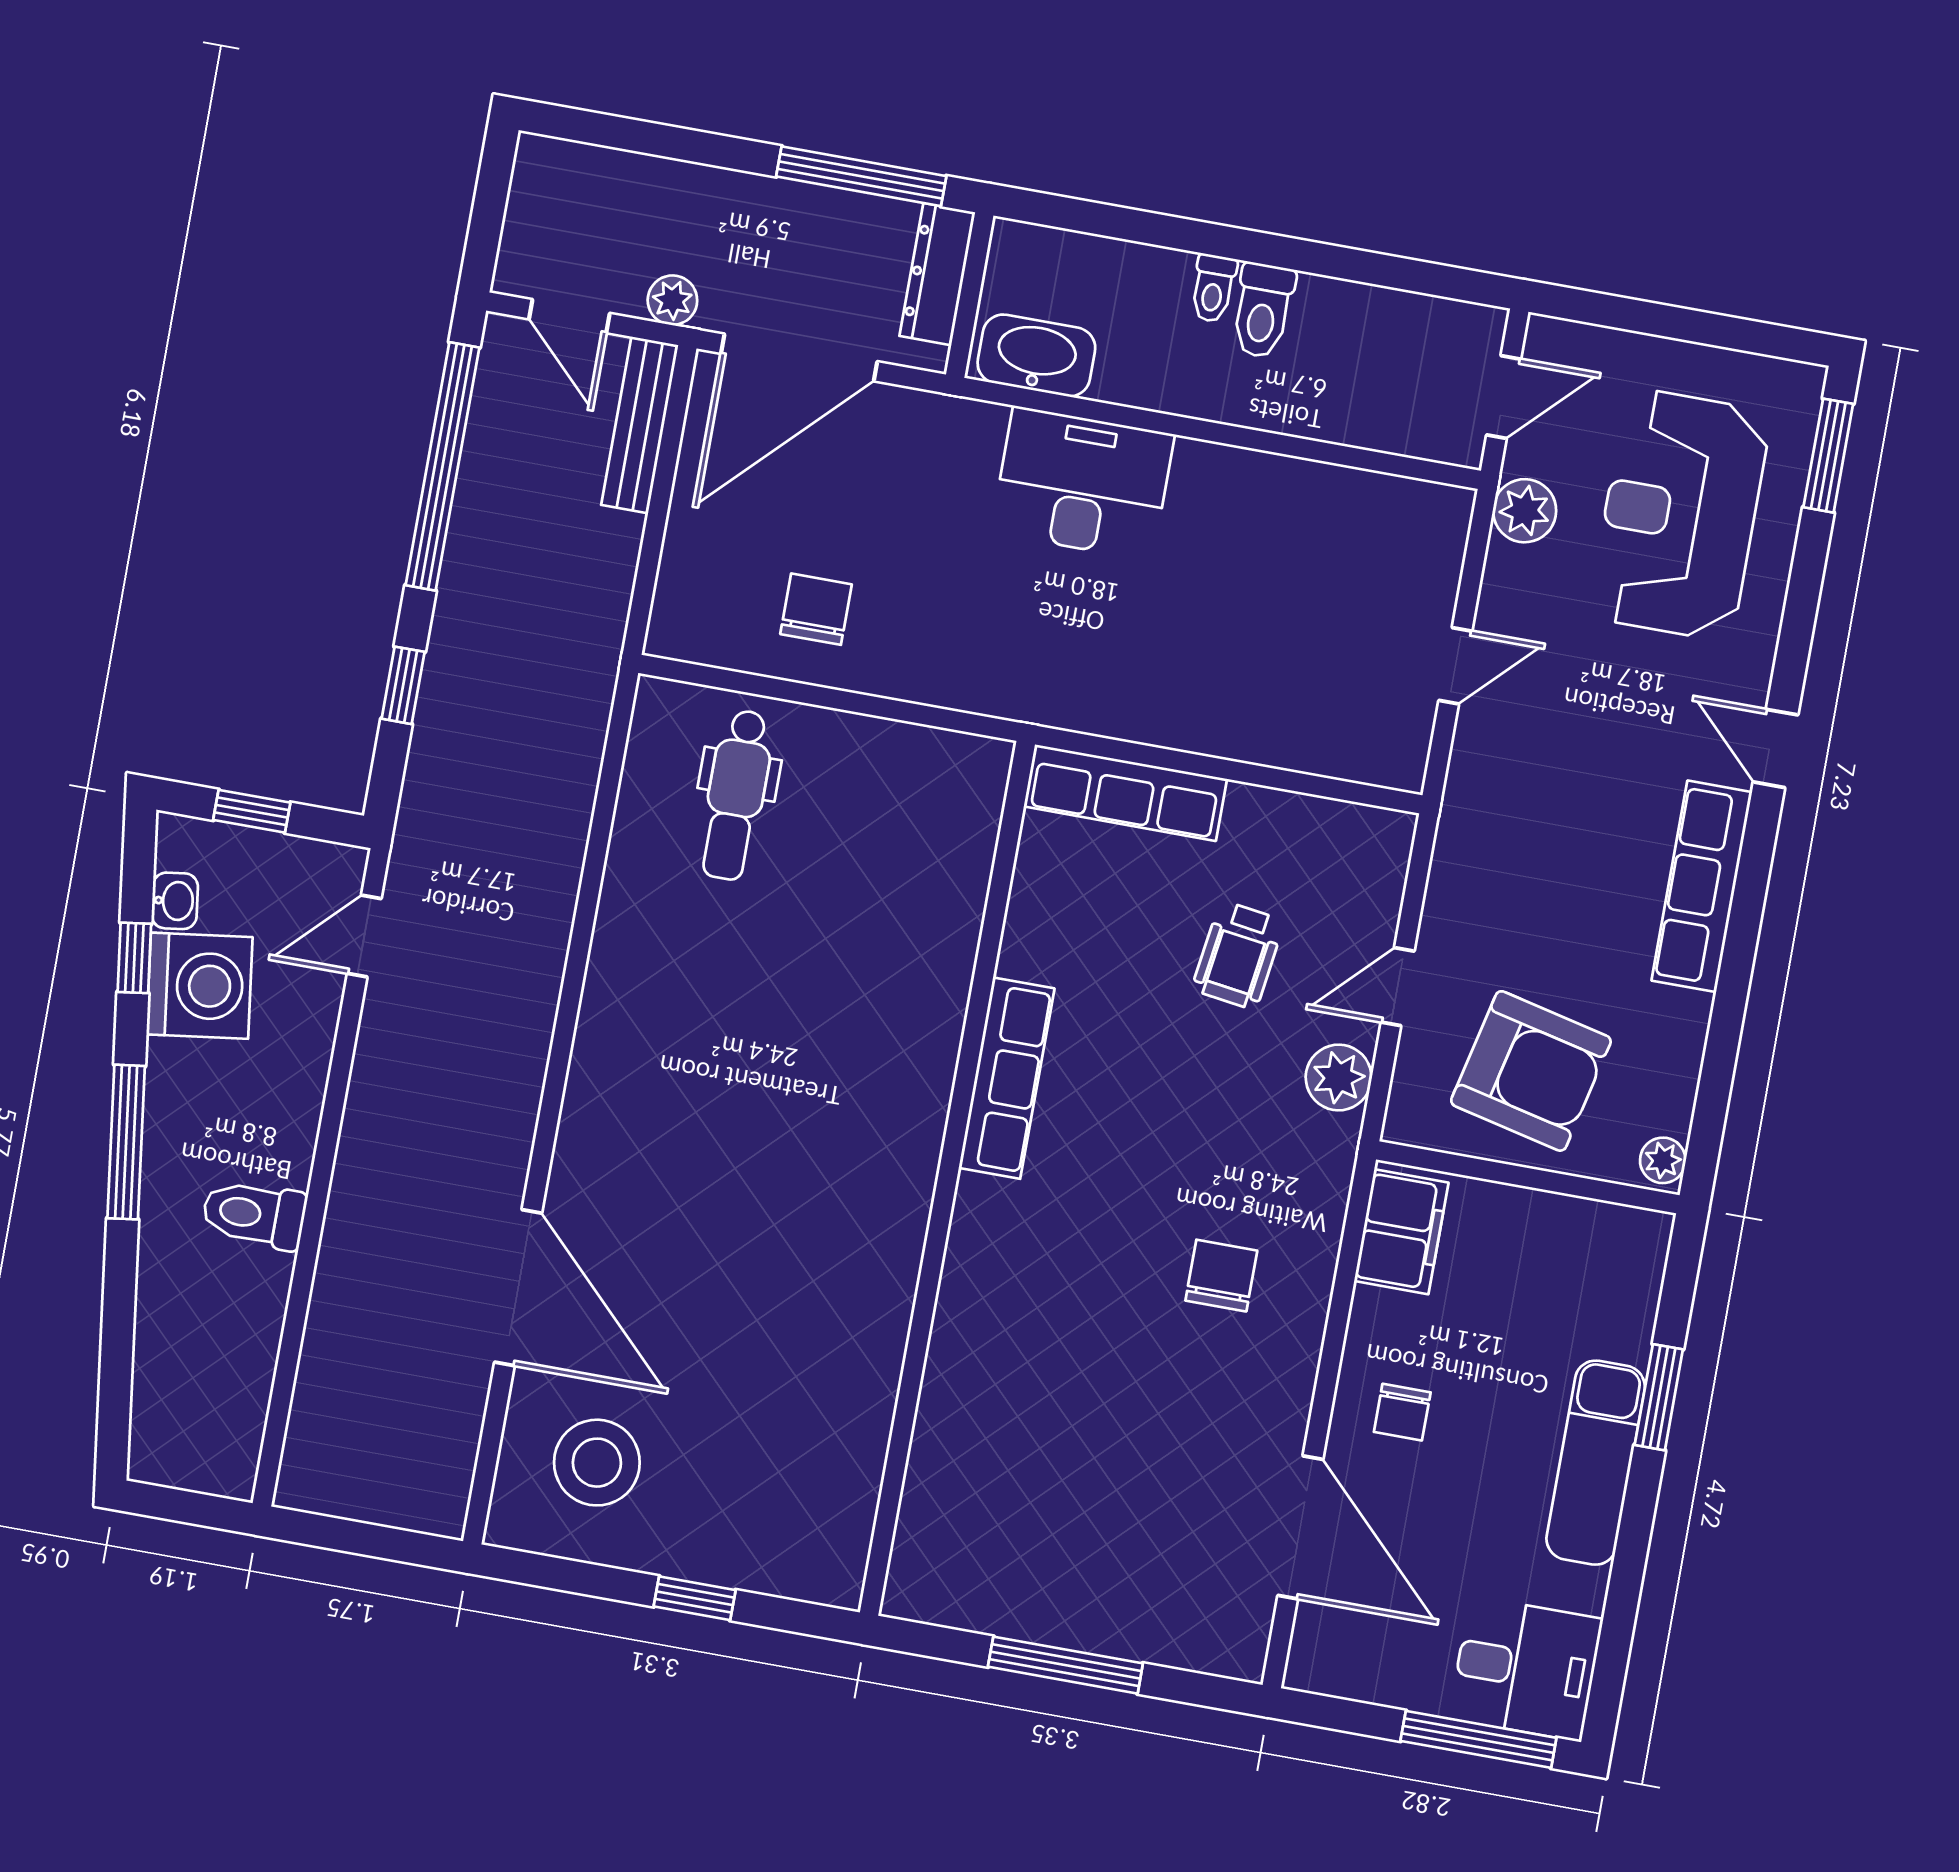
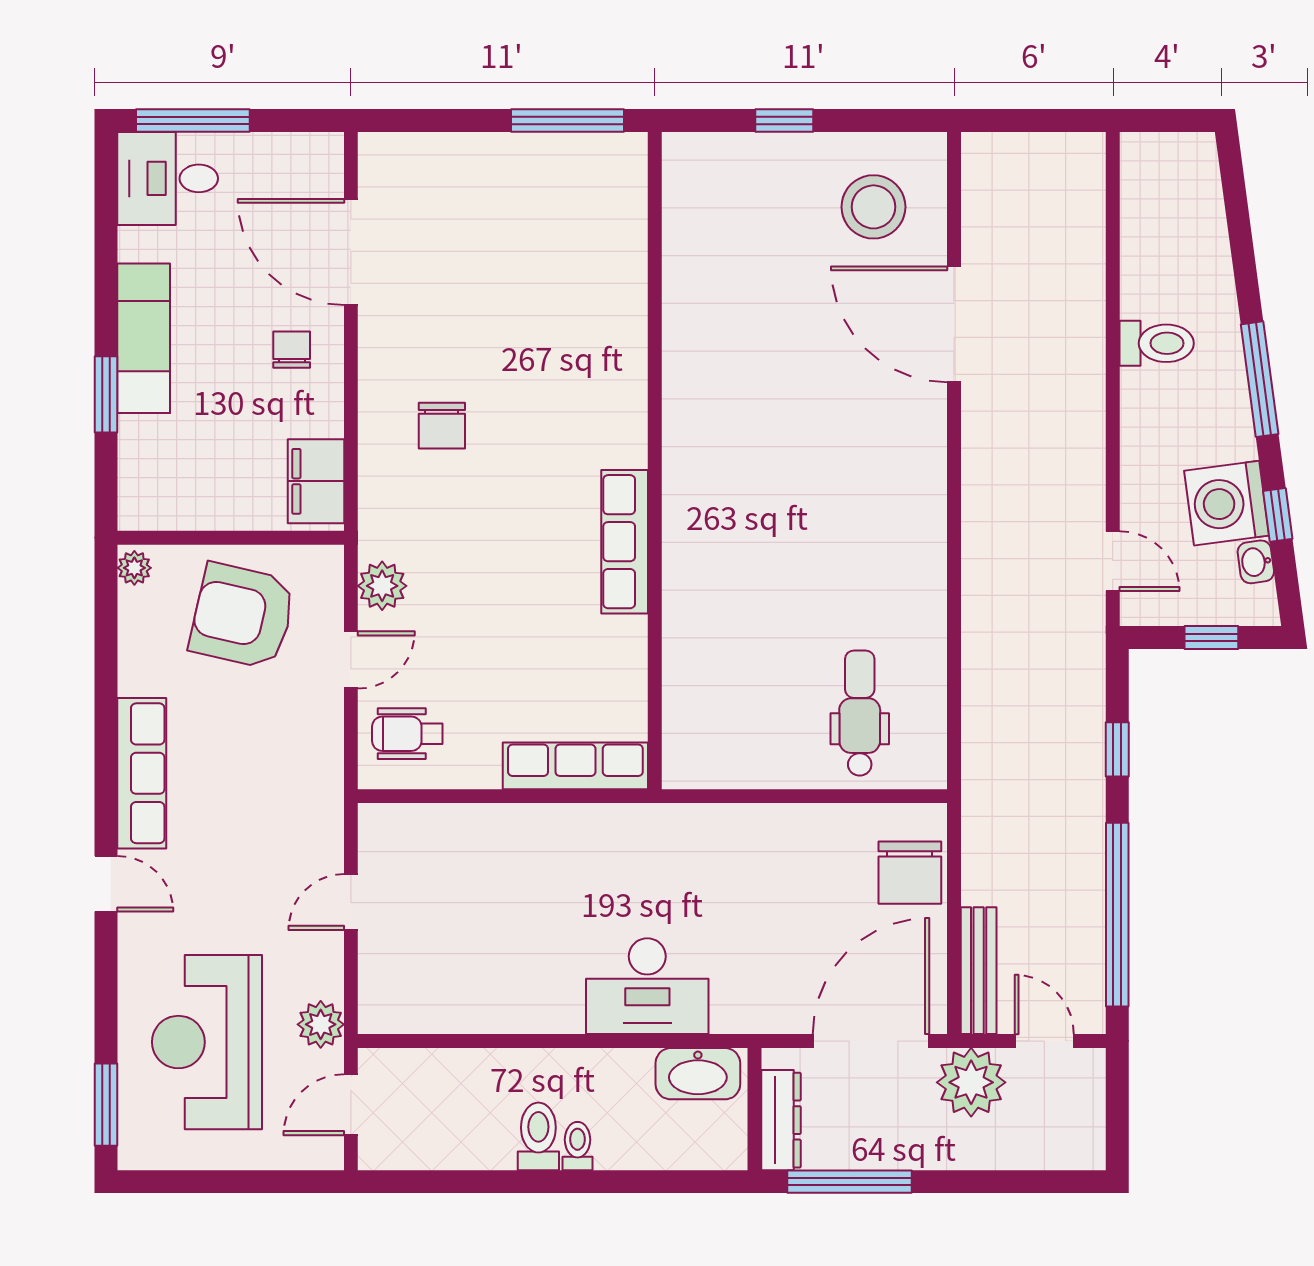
plant: (672, 300) -> (971, 1082), width x1.88, depth x1.88
reception desk: (1680, 514) -> (207, 1042), turned 180
chair: (816, 609) -> (910, 873), moved, width x1.37, depth x1.37
door: (364, 936) -> (1113, 561), hinge flipped
wheelchair: (1238, 955) -> (407, 734), moved, turned -98
window: (1065, 1665) -> (567, 121), moved

